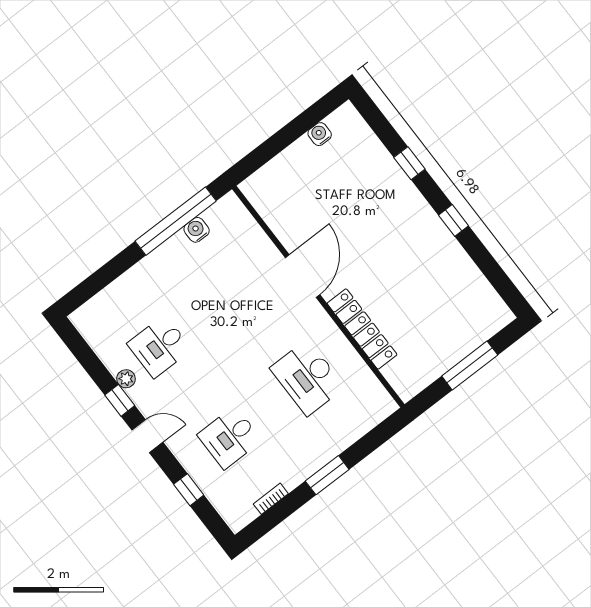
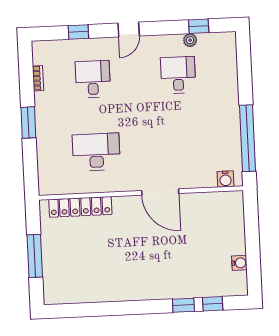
window: (453, 220) -> (213, 304), moved
water cooler: (197, 230) -> (225, 179), moved, turned 90
locker: (362, 329) -> (80, 207), moved
plant: (126, 379) -> (190, 40), moved
window: (120, 400) -> (199, 26), moved

